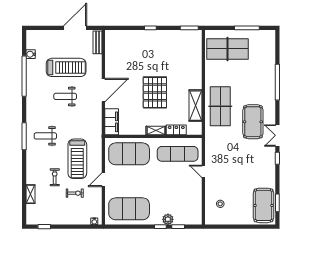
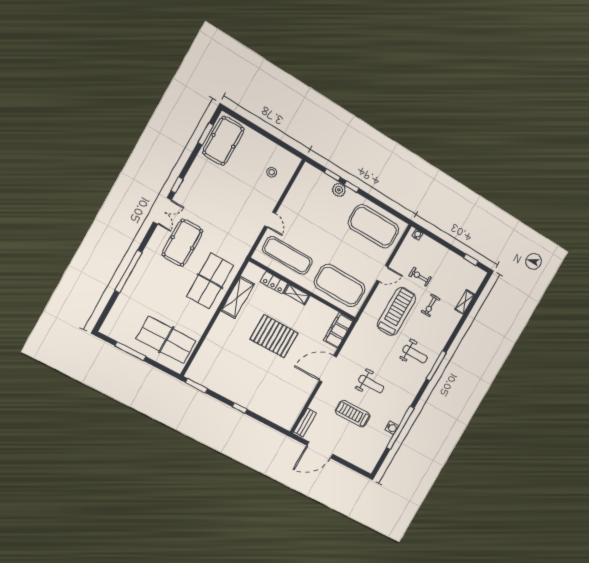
water cooler: (31, 54) -> (392, 428), moved
treadmill: (66, 67) -> (353, 414), width x0.73, depth x0.73
pallet: (155, 92) -> (274, 336), turned 90

